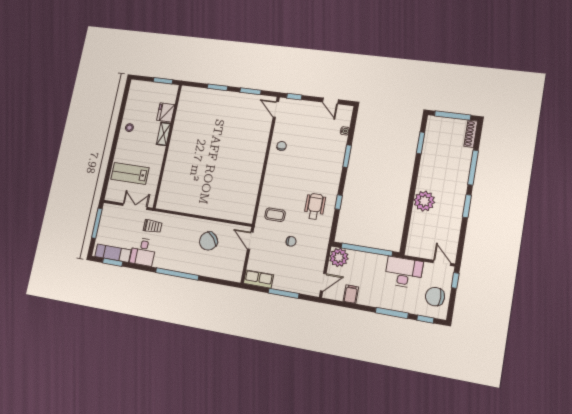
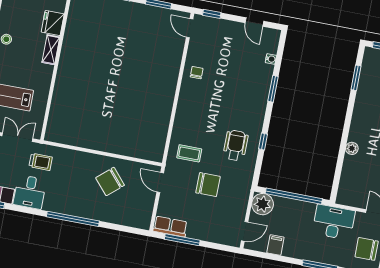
plant: (424, 201) -> (352, 148), width x0.53, depth x0.53
chair: (291, 241) -> (208, 185), width x1.87, depth x1.87
window: (284, 293) -> (182, 240), moved

